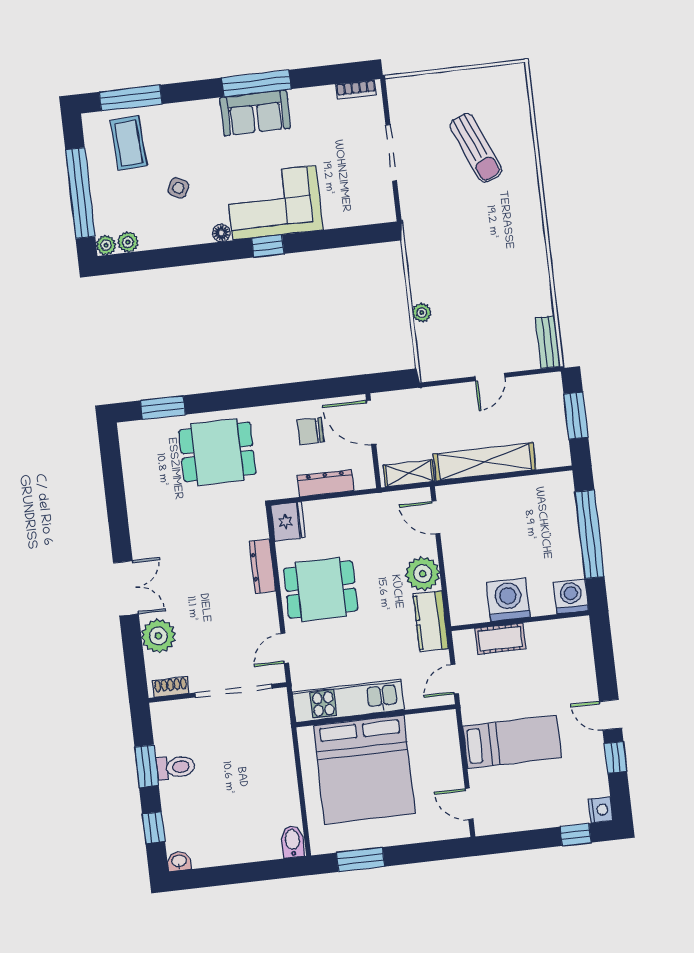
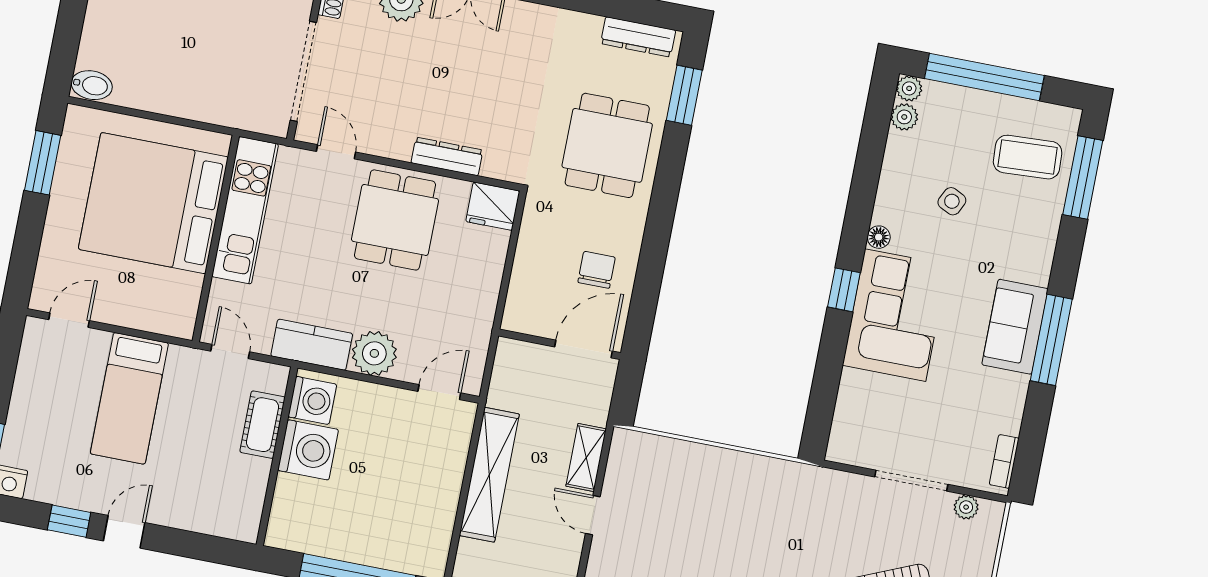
plant: (422, 313) -> (966, 507), moved
shelving: (409, 473) -> (586, 458), moved
dresser: (326, 483) -> (638, 37), moved, turned 90
washing machine: (571, 596) -> (312, 400), moved

